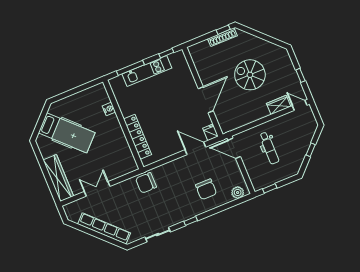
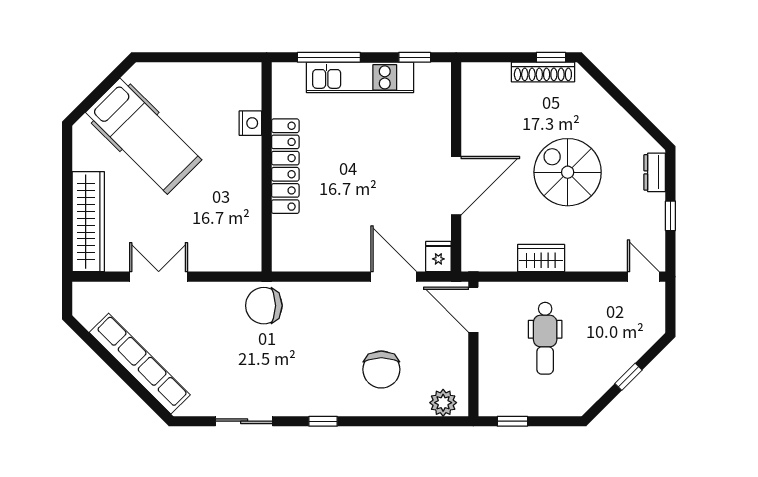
dresser: (286, 60) -> (655, 172), added
wardrobe: (279, 105) -> (541, 258), moved
locker: (138, 137) -> (285, 166), moved

